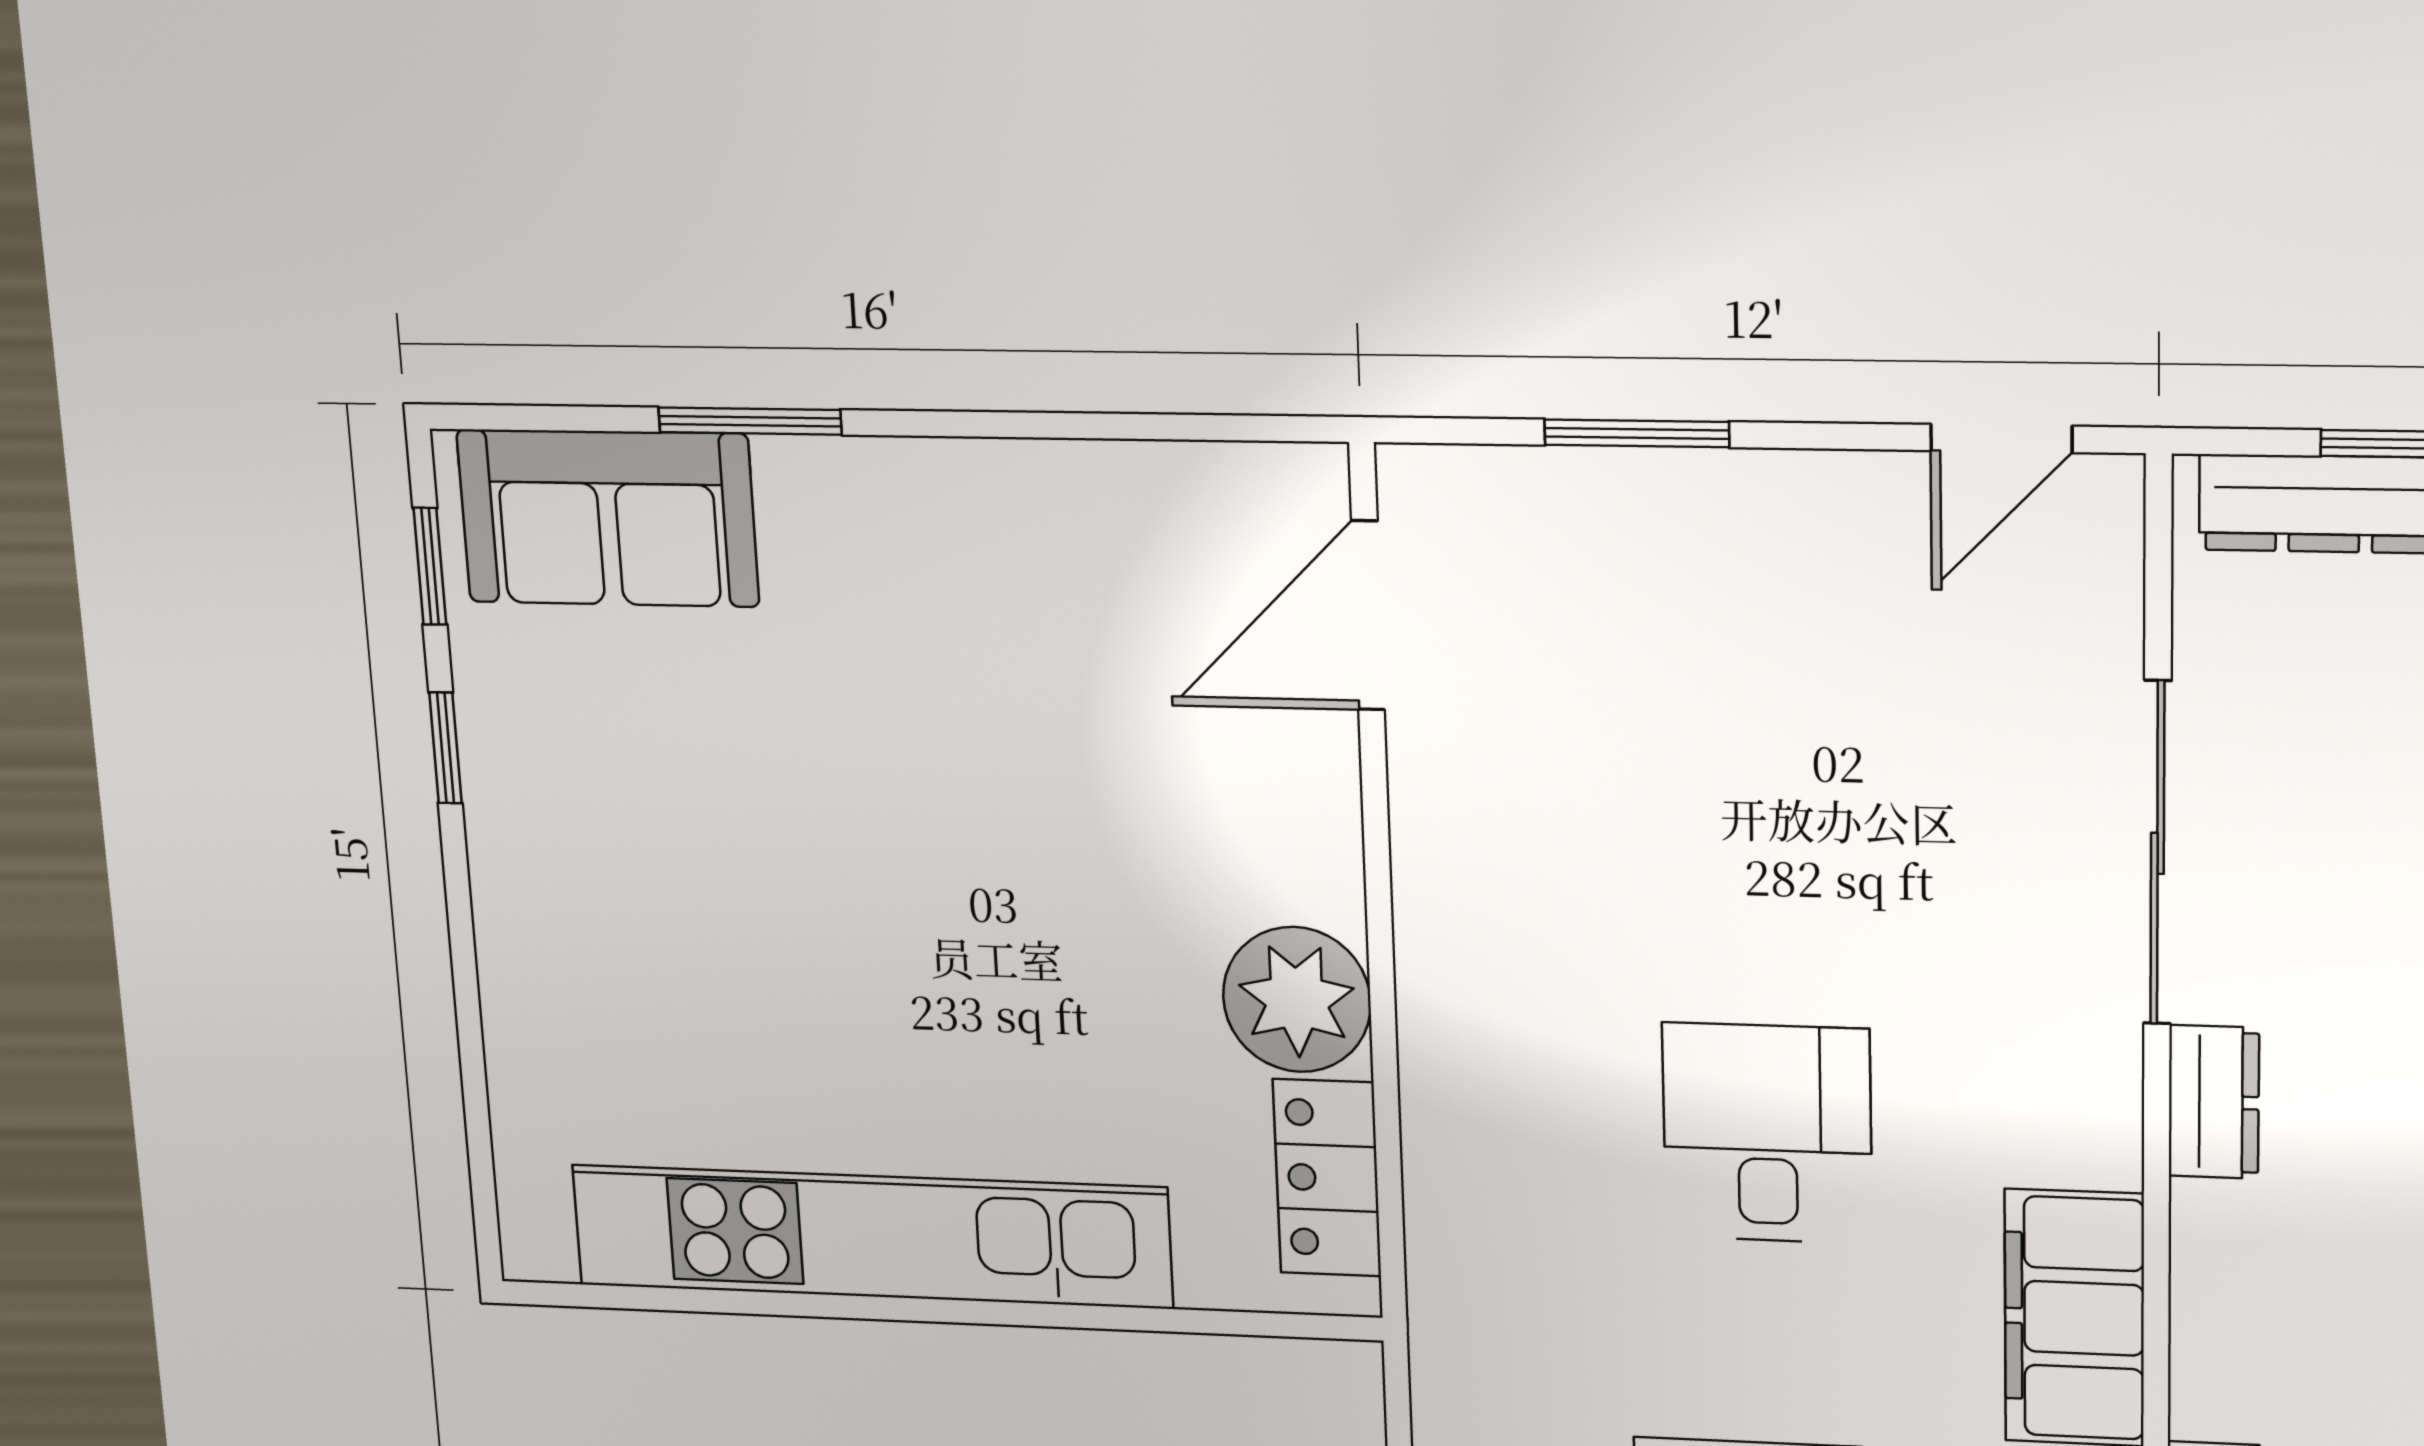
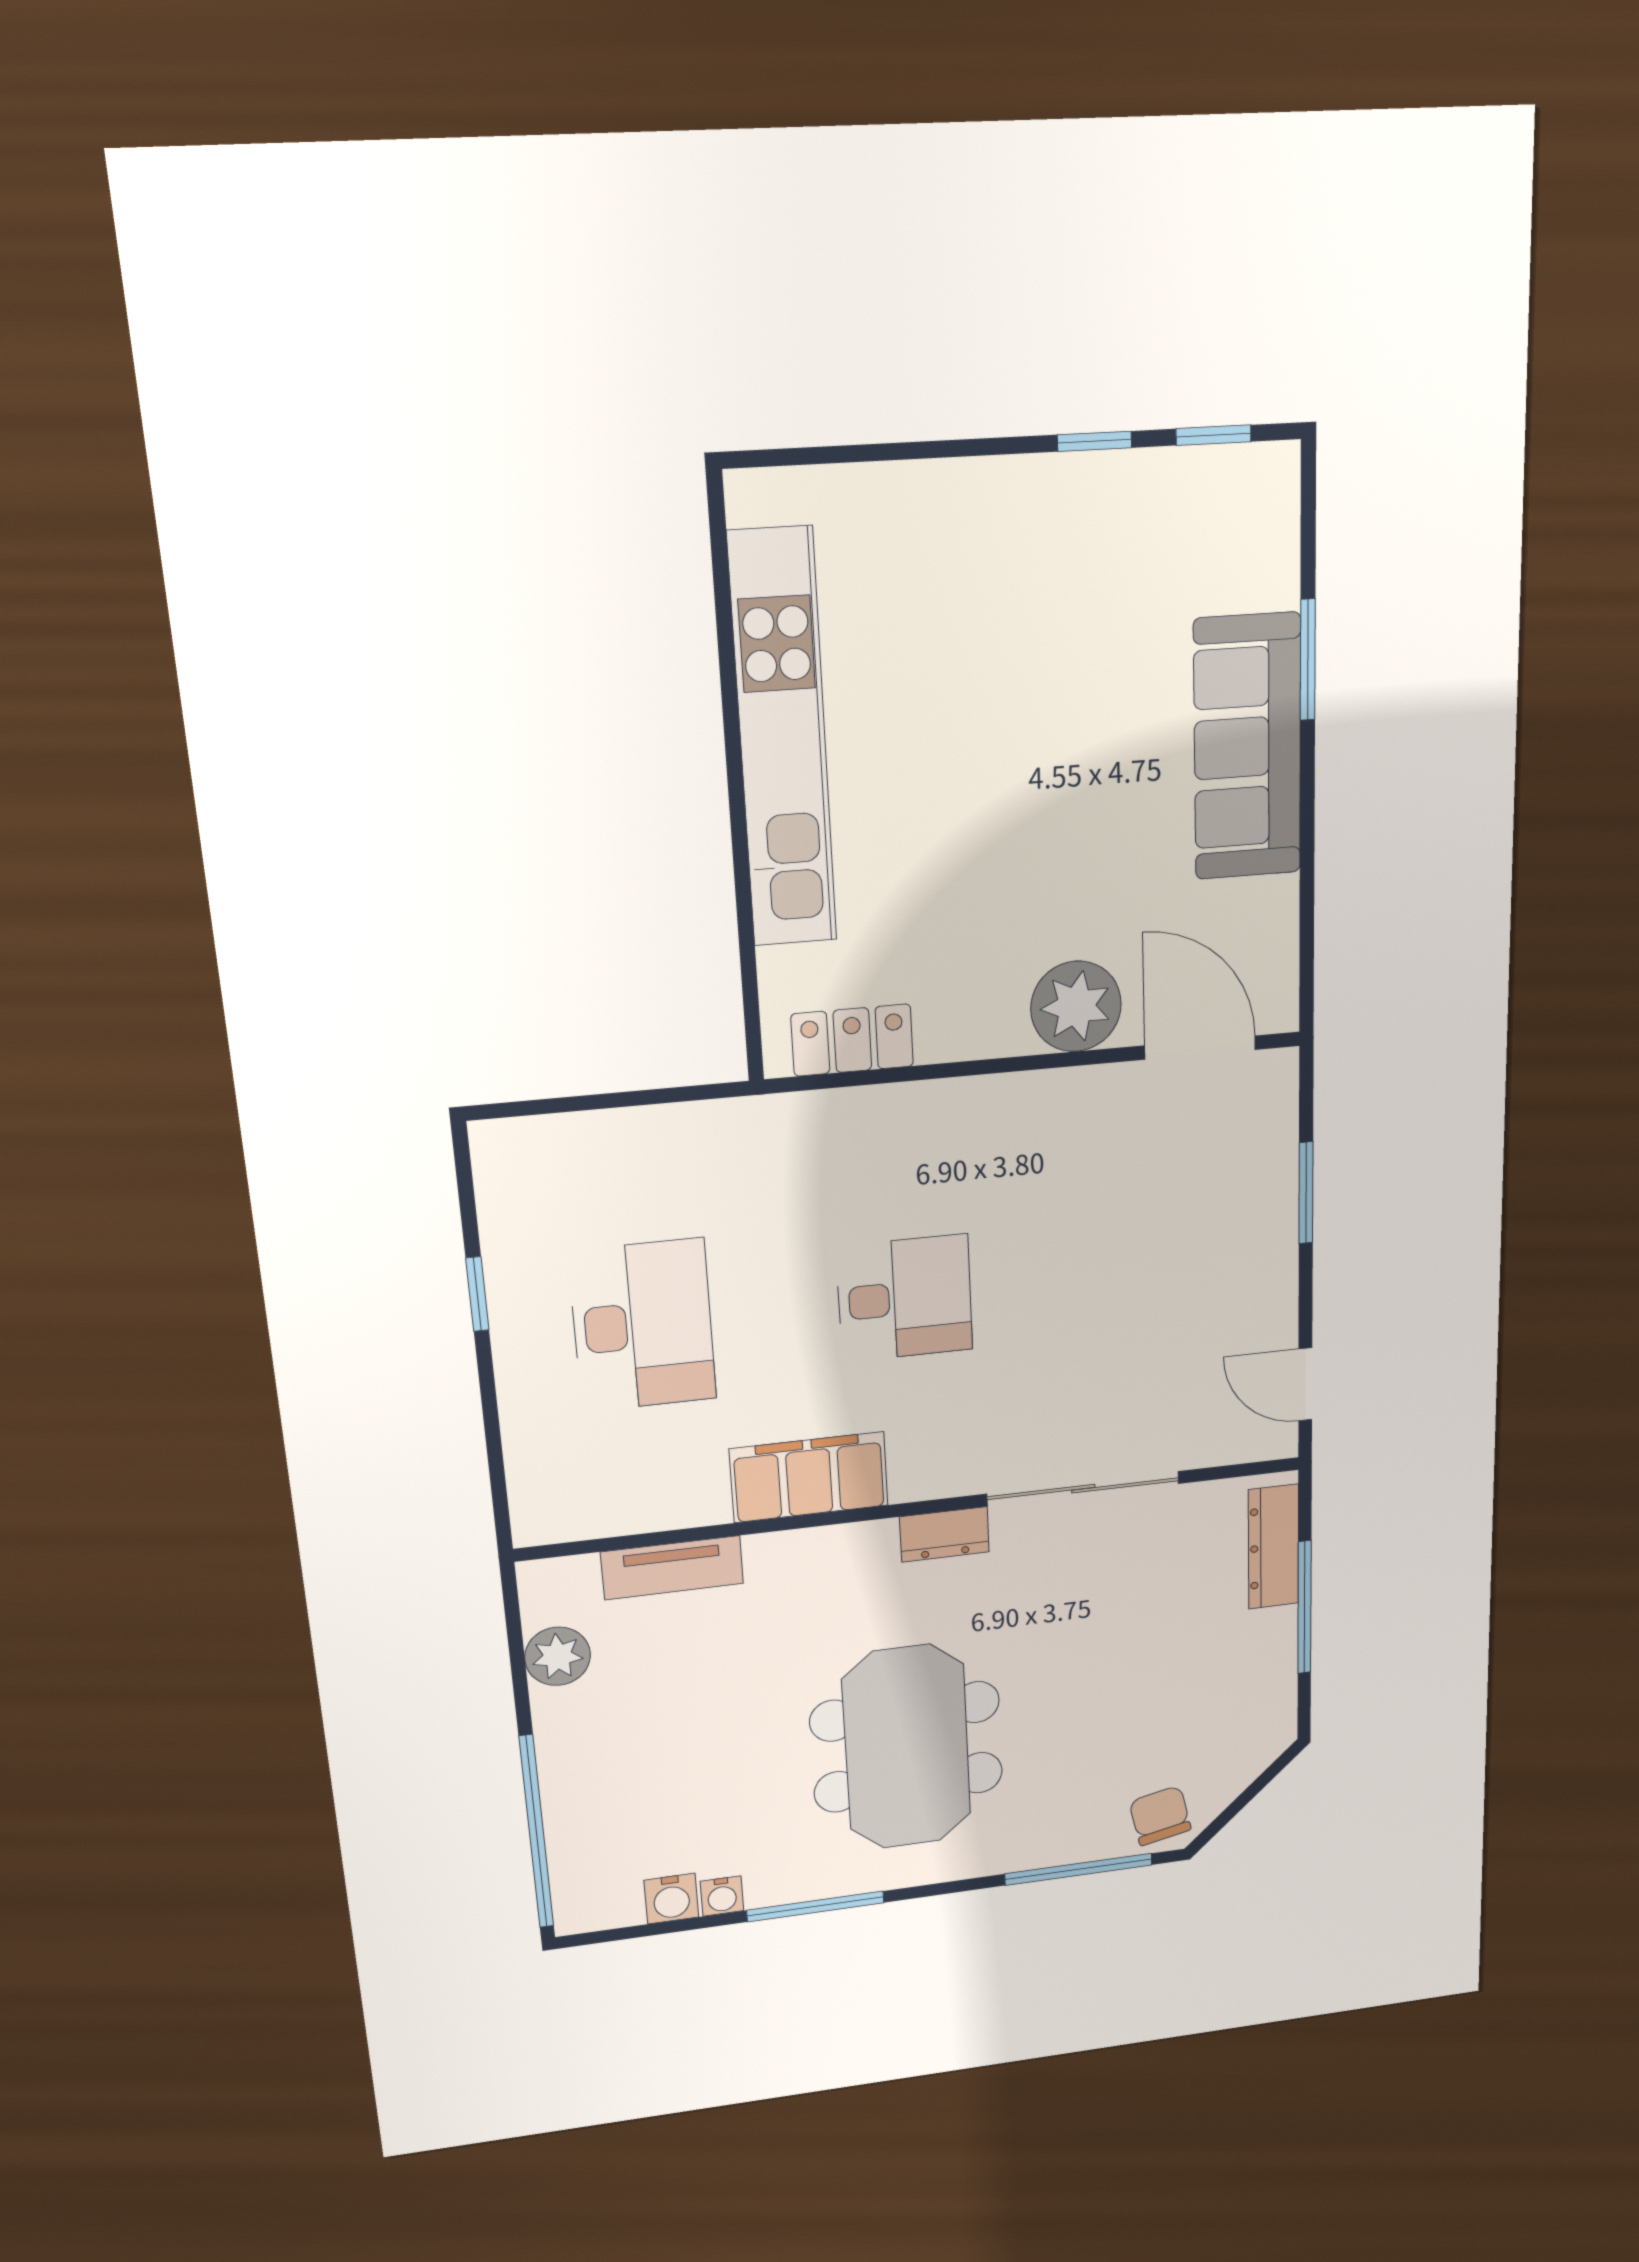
sofa: (608, 518) -> (1248, 747), moved, width x1.36
plant: (1297, 1000) -> (1076, 1006), moved

